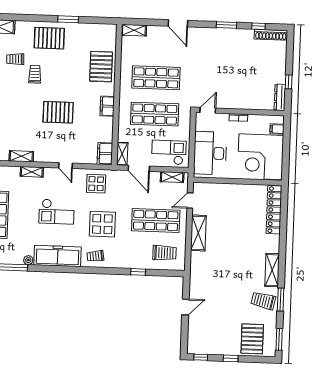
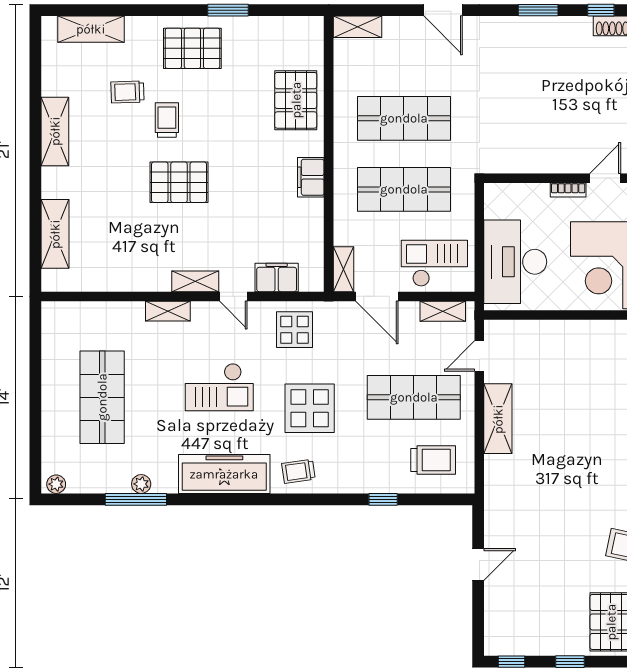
door: (208, 110) -> (605, 178), moved
pallet: (58, 112) -> (179, 182), moved
filing cabinet: (105, 154) -> (277, 277), moved, turned 90
shelving: (21, 156) -> (195, 281), moved
plant: (28, 260) -> (141, 484), moved

